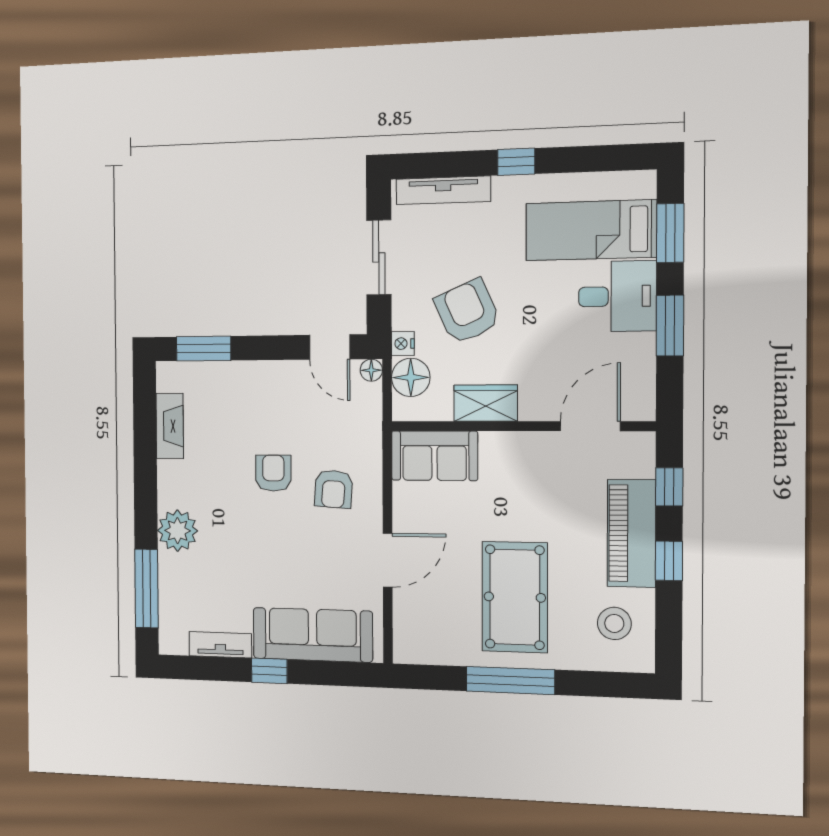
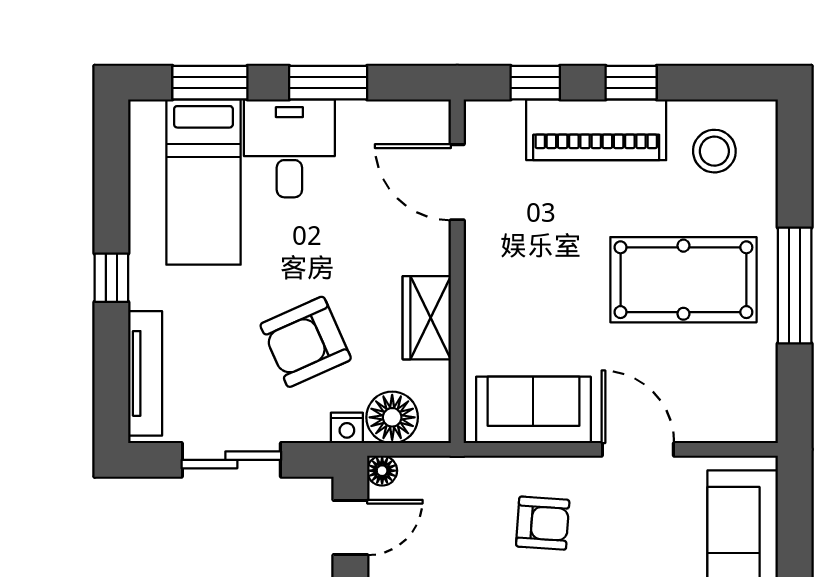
sofa: (434, 456) -> (533, 410), moved, turned -90

